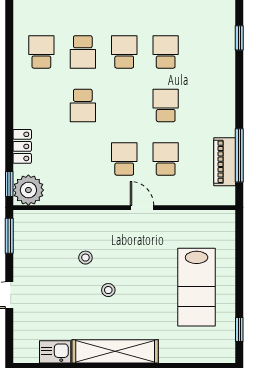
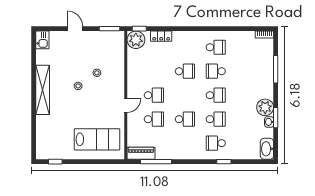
school desk: (207, 52) -> (216, 143), added
school desk: (83, 105) -> (185, 71), turned 180
piano: (225, 162) -> (141, 153), moved
lab bench: (197, 287) -> (97, 139), moved, turned 180
kitchen sink: (55, 352) -> (42, 40), moved

